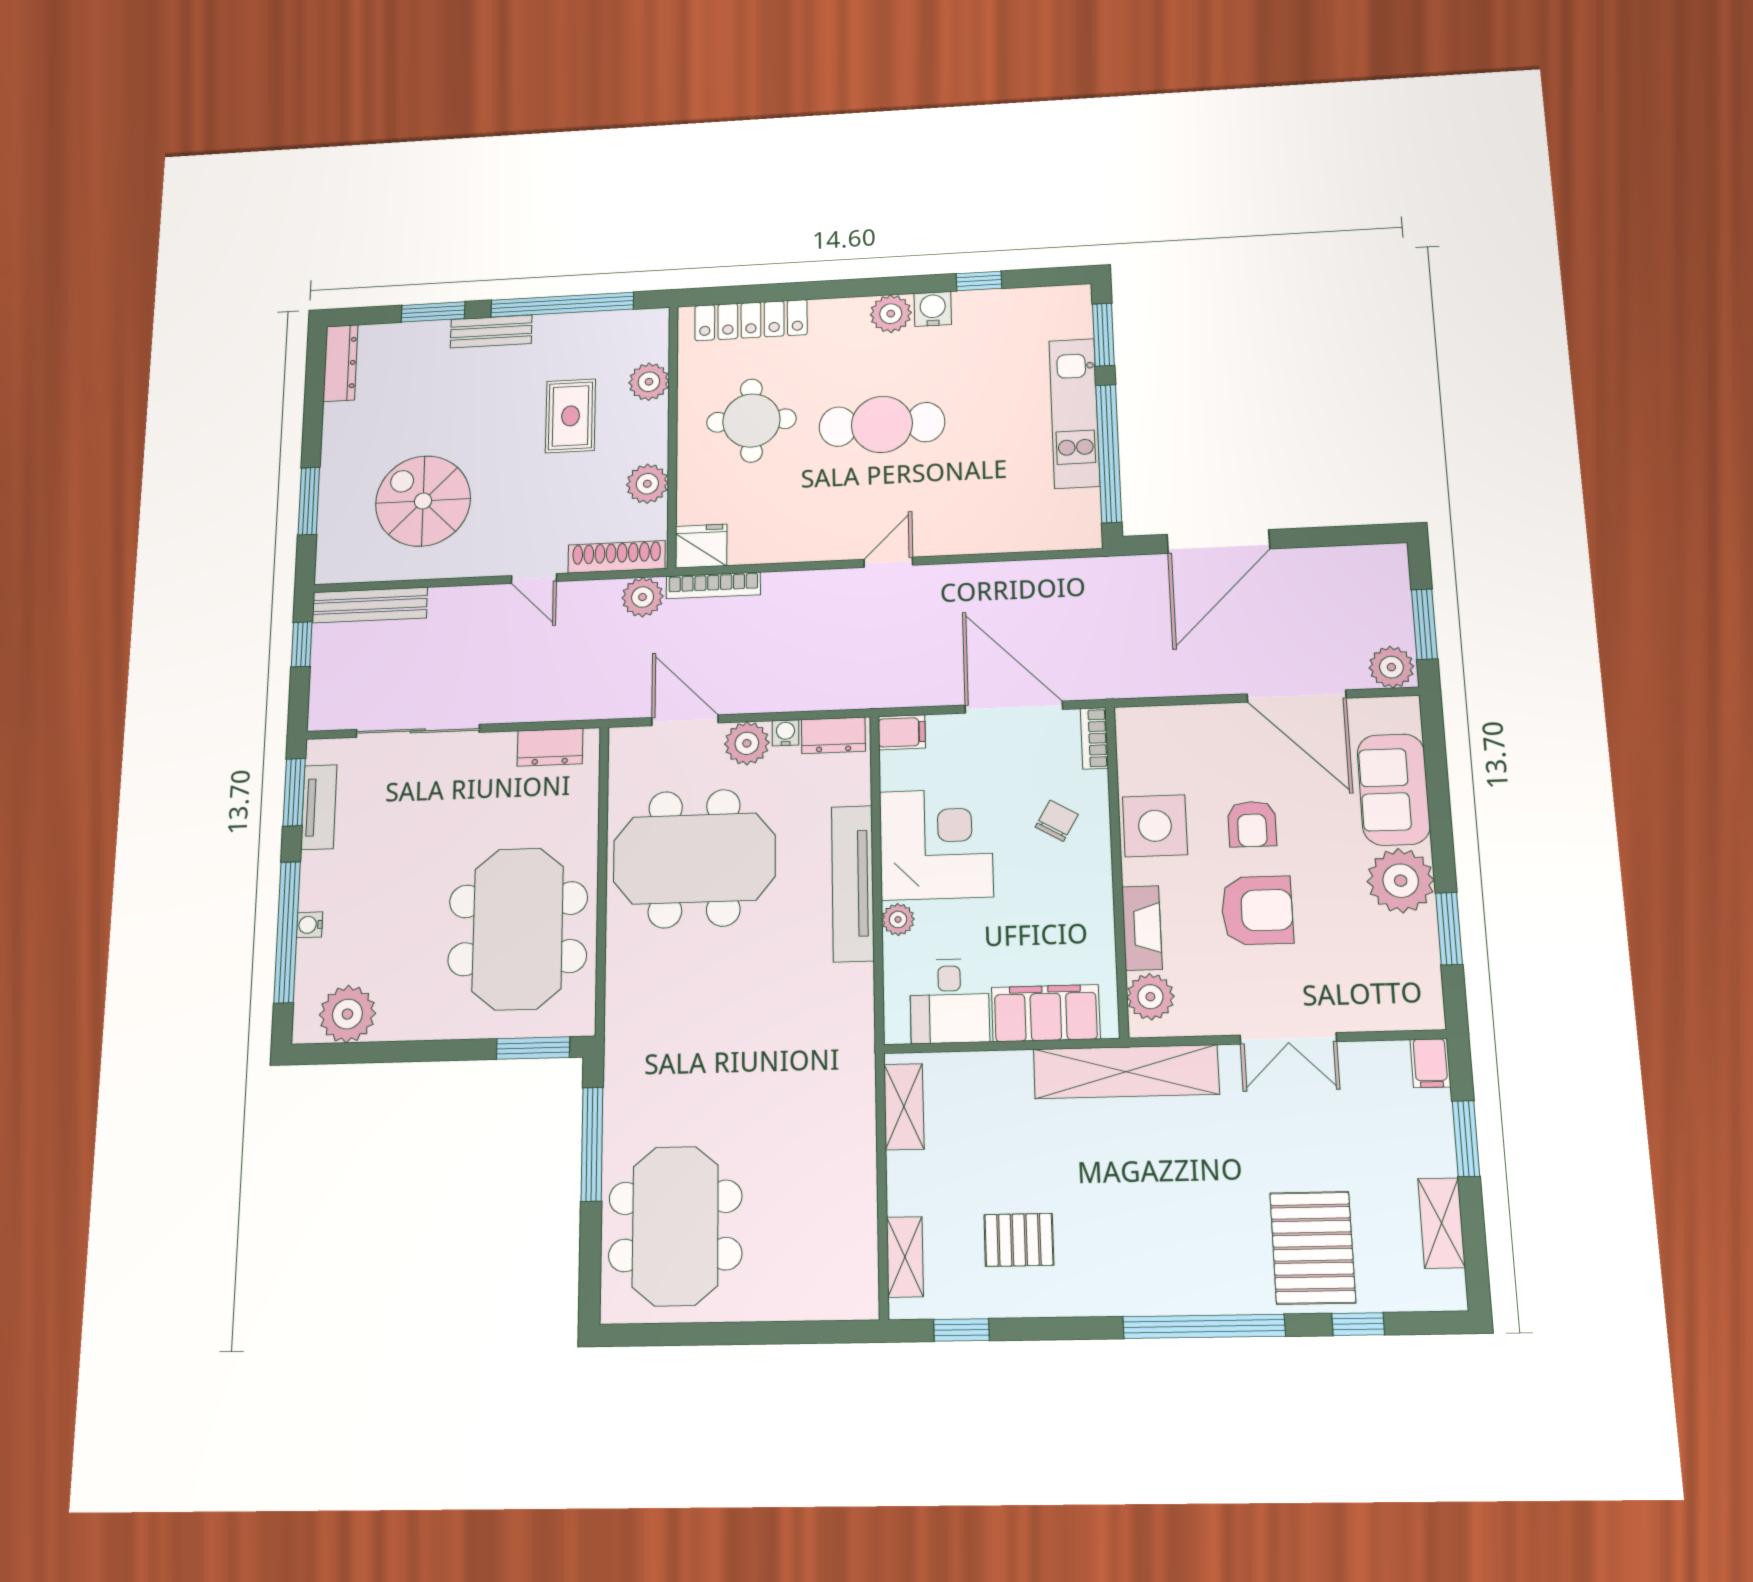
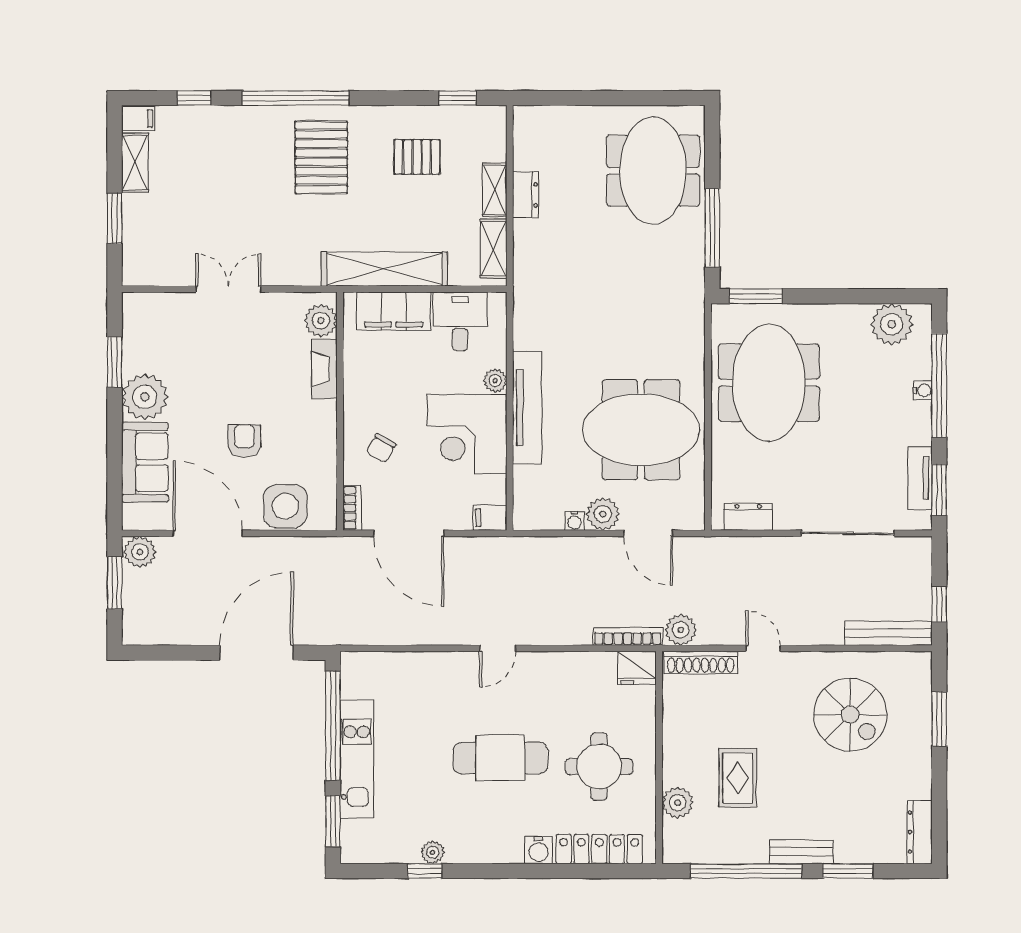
water cooler: (933, 309) -> (539, 850), moved
plant: (891, 314) -> (433, 852), moved, width x0.73, depth x0.73
plant: (647, 484) -> (678, 720), removed
dresser: (833, 735) -> (525, 195), moved, turned 90
side table: (1155, 826) -> (285, 506), moved
armchair: (1257, 910) -> (244, 379), removed
filing cabinet: (1430, 1063) -> (138, 119), moved, turned 90
shelving: (1126, 1072) -> (384, 269), moved
pallet: (1313, 1248) -> (321, 157), moved
shelving: (905, 1257) -> (495, 190), moved

